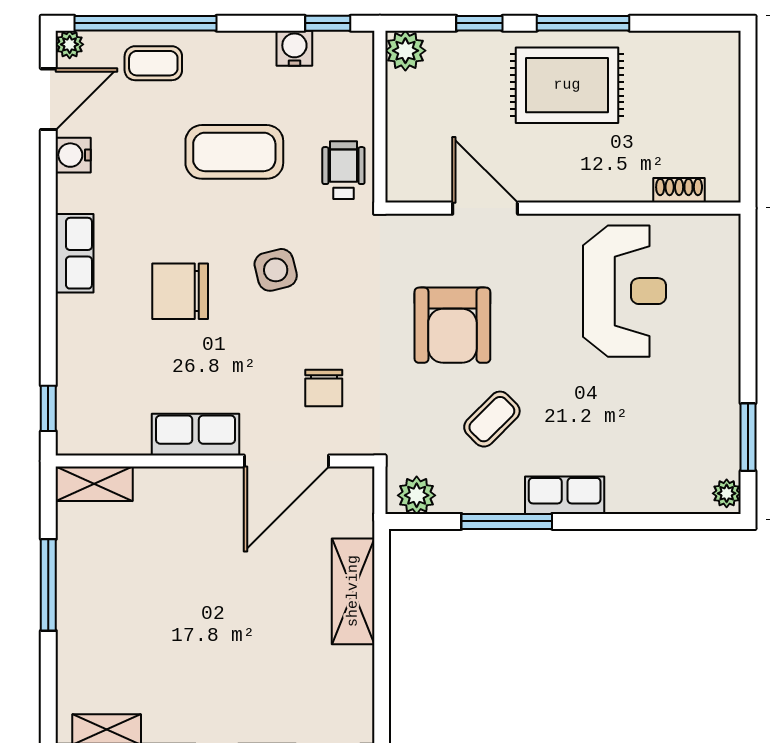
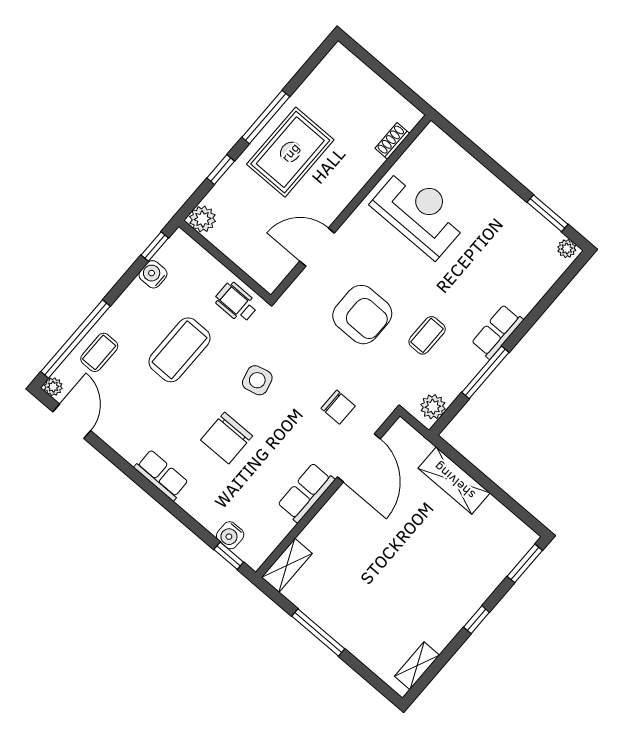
water cooler: (73, 155) -> (230, 535), moved
coffee table: (492, 419) -> (427, 335), turned 45

